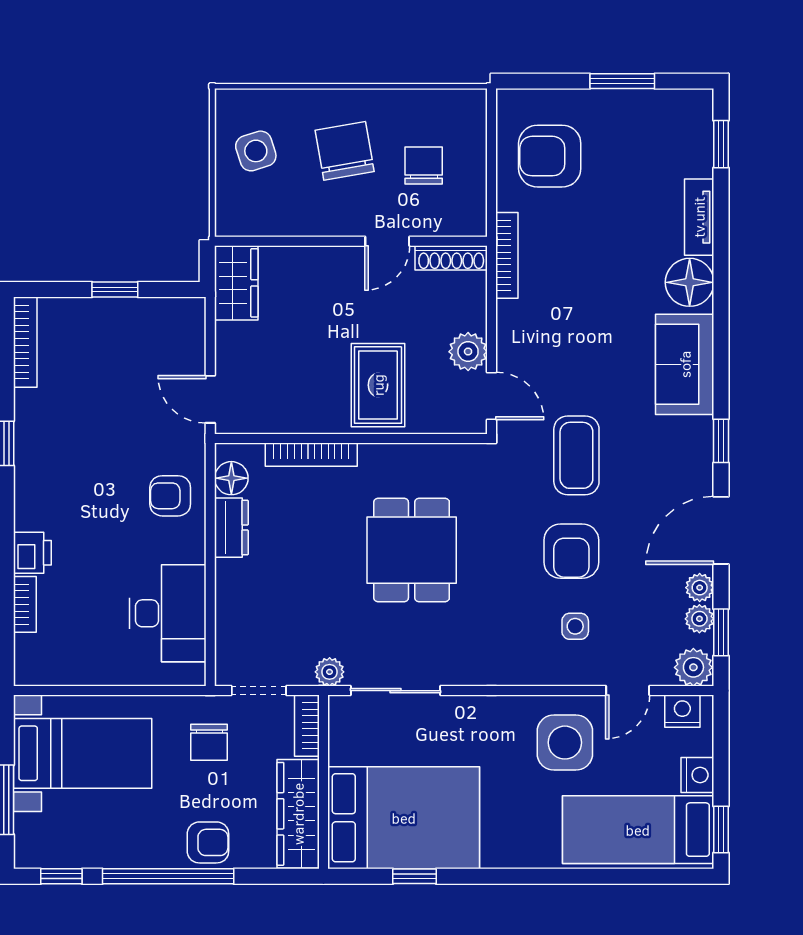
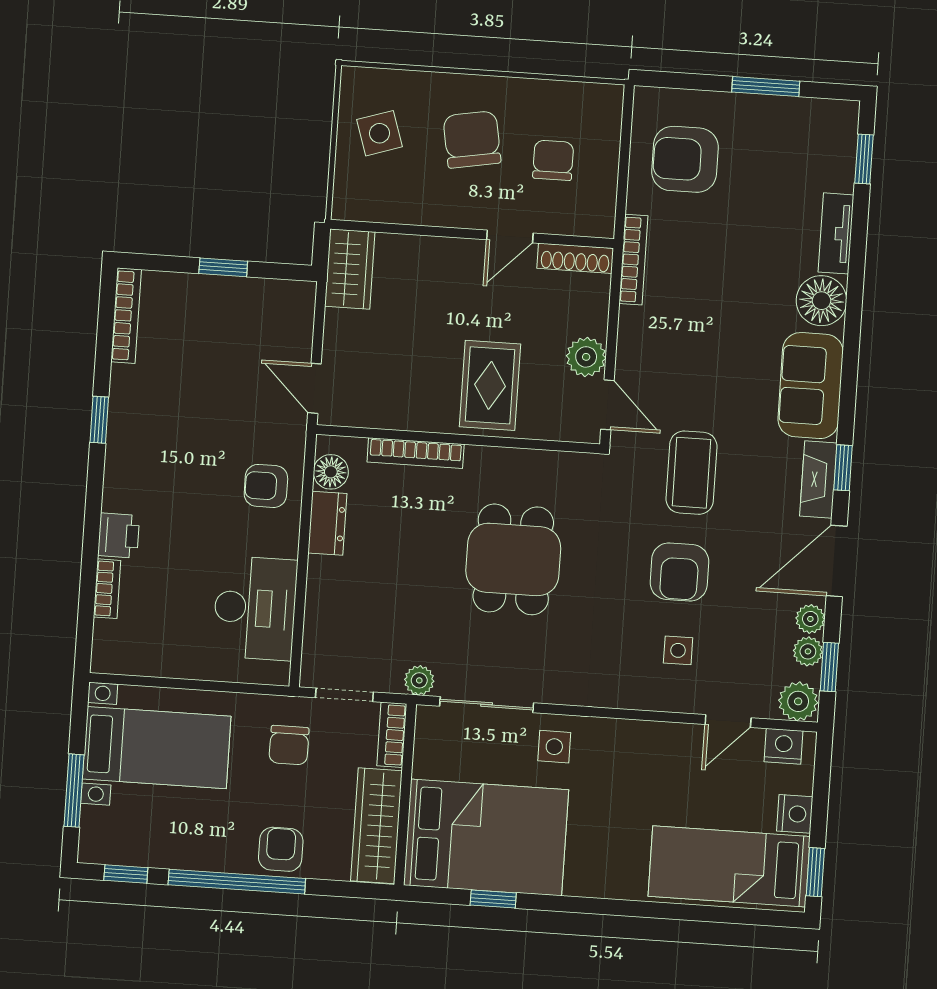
fireplace: (698, 454) -> (818, 480), added
side table: (565, 743) -> (554, 747), moved, width x0.54, depth x0.54
armchair: (208, 842) -> (281, 849), turned -90

